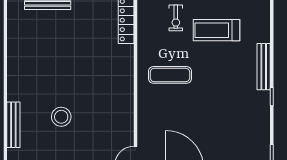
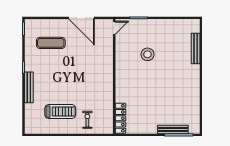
exercise mat: (170, 75) -> (51, 43), moved
stool: (61, 117) -> (148, 54), moved

